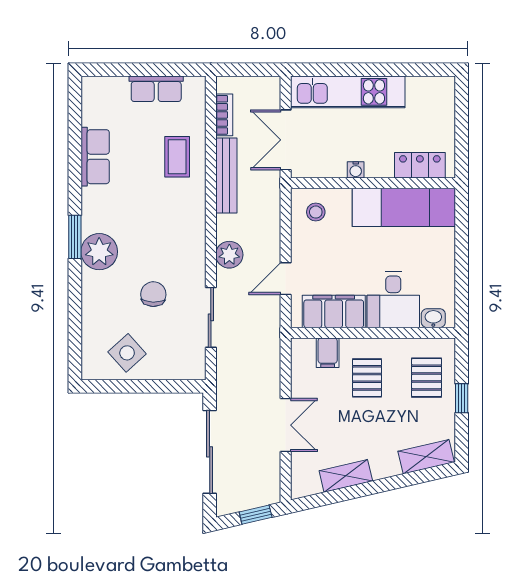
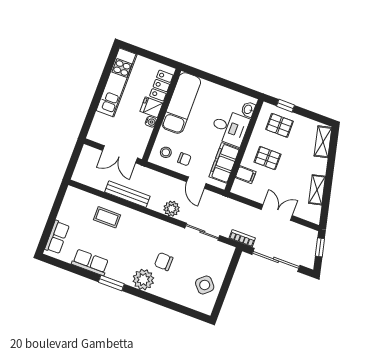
row of seats: (156, 89) -> (57, 237), moved
kitchen unit: (348, 92) -> (117, 82), moved
bookcase: (224, 115) -> (242, 238), moved
fridge: (379, 162) -> (151, 107), added
window: (75, 237) -> (111, 283), moved
chair: (316, 246) -> (184, 159), added
chair: (153, 294) -> (164, 262), moved
window: (462, 398) -> (285, 106), moved

